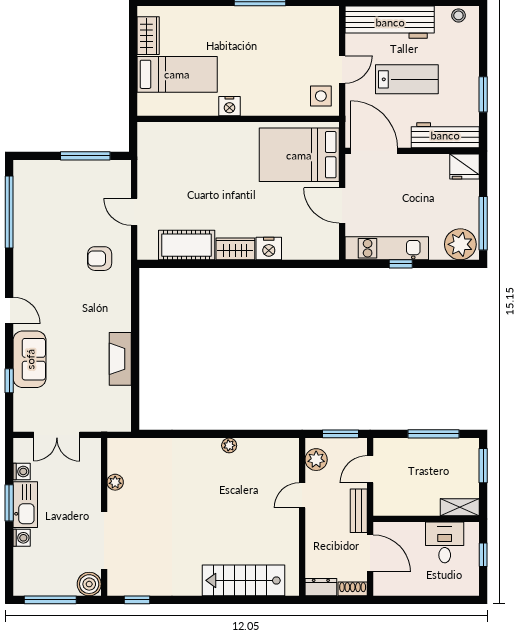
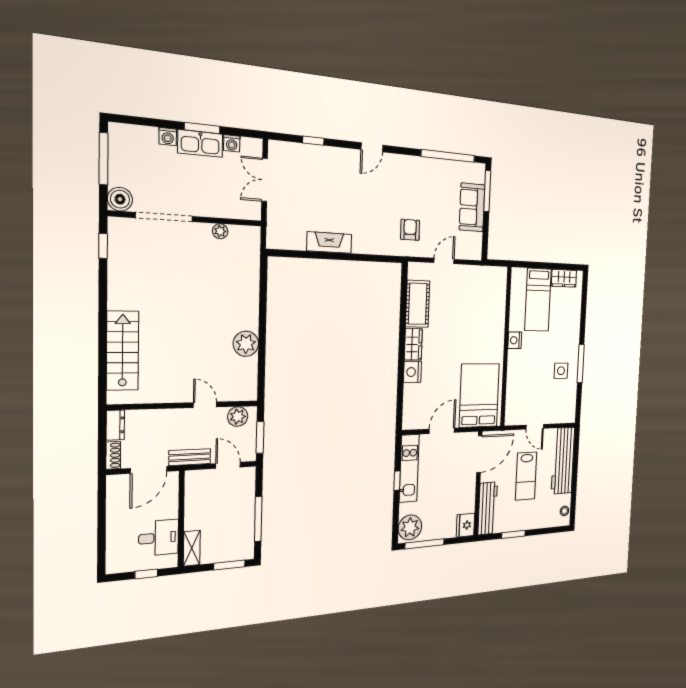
side table: (321, 96) -> (561, 371), moved
window: (85, 156) -> (487, 191), moved
sofa: (30, 359) -> (472, 207), moved, turned 90
plant: (229, 445) -> (246, 344), width x1.88, depth x1.88

